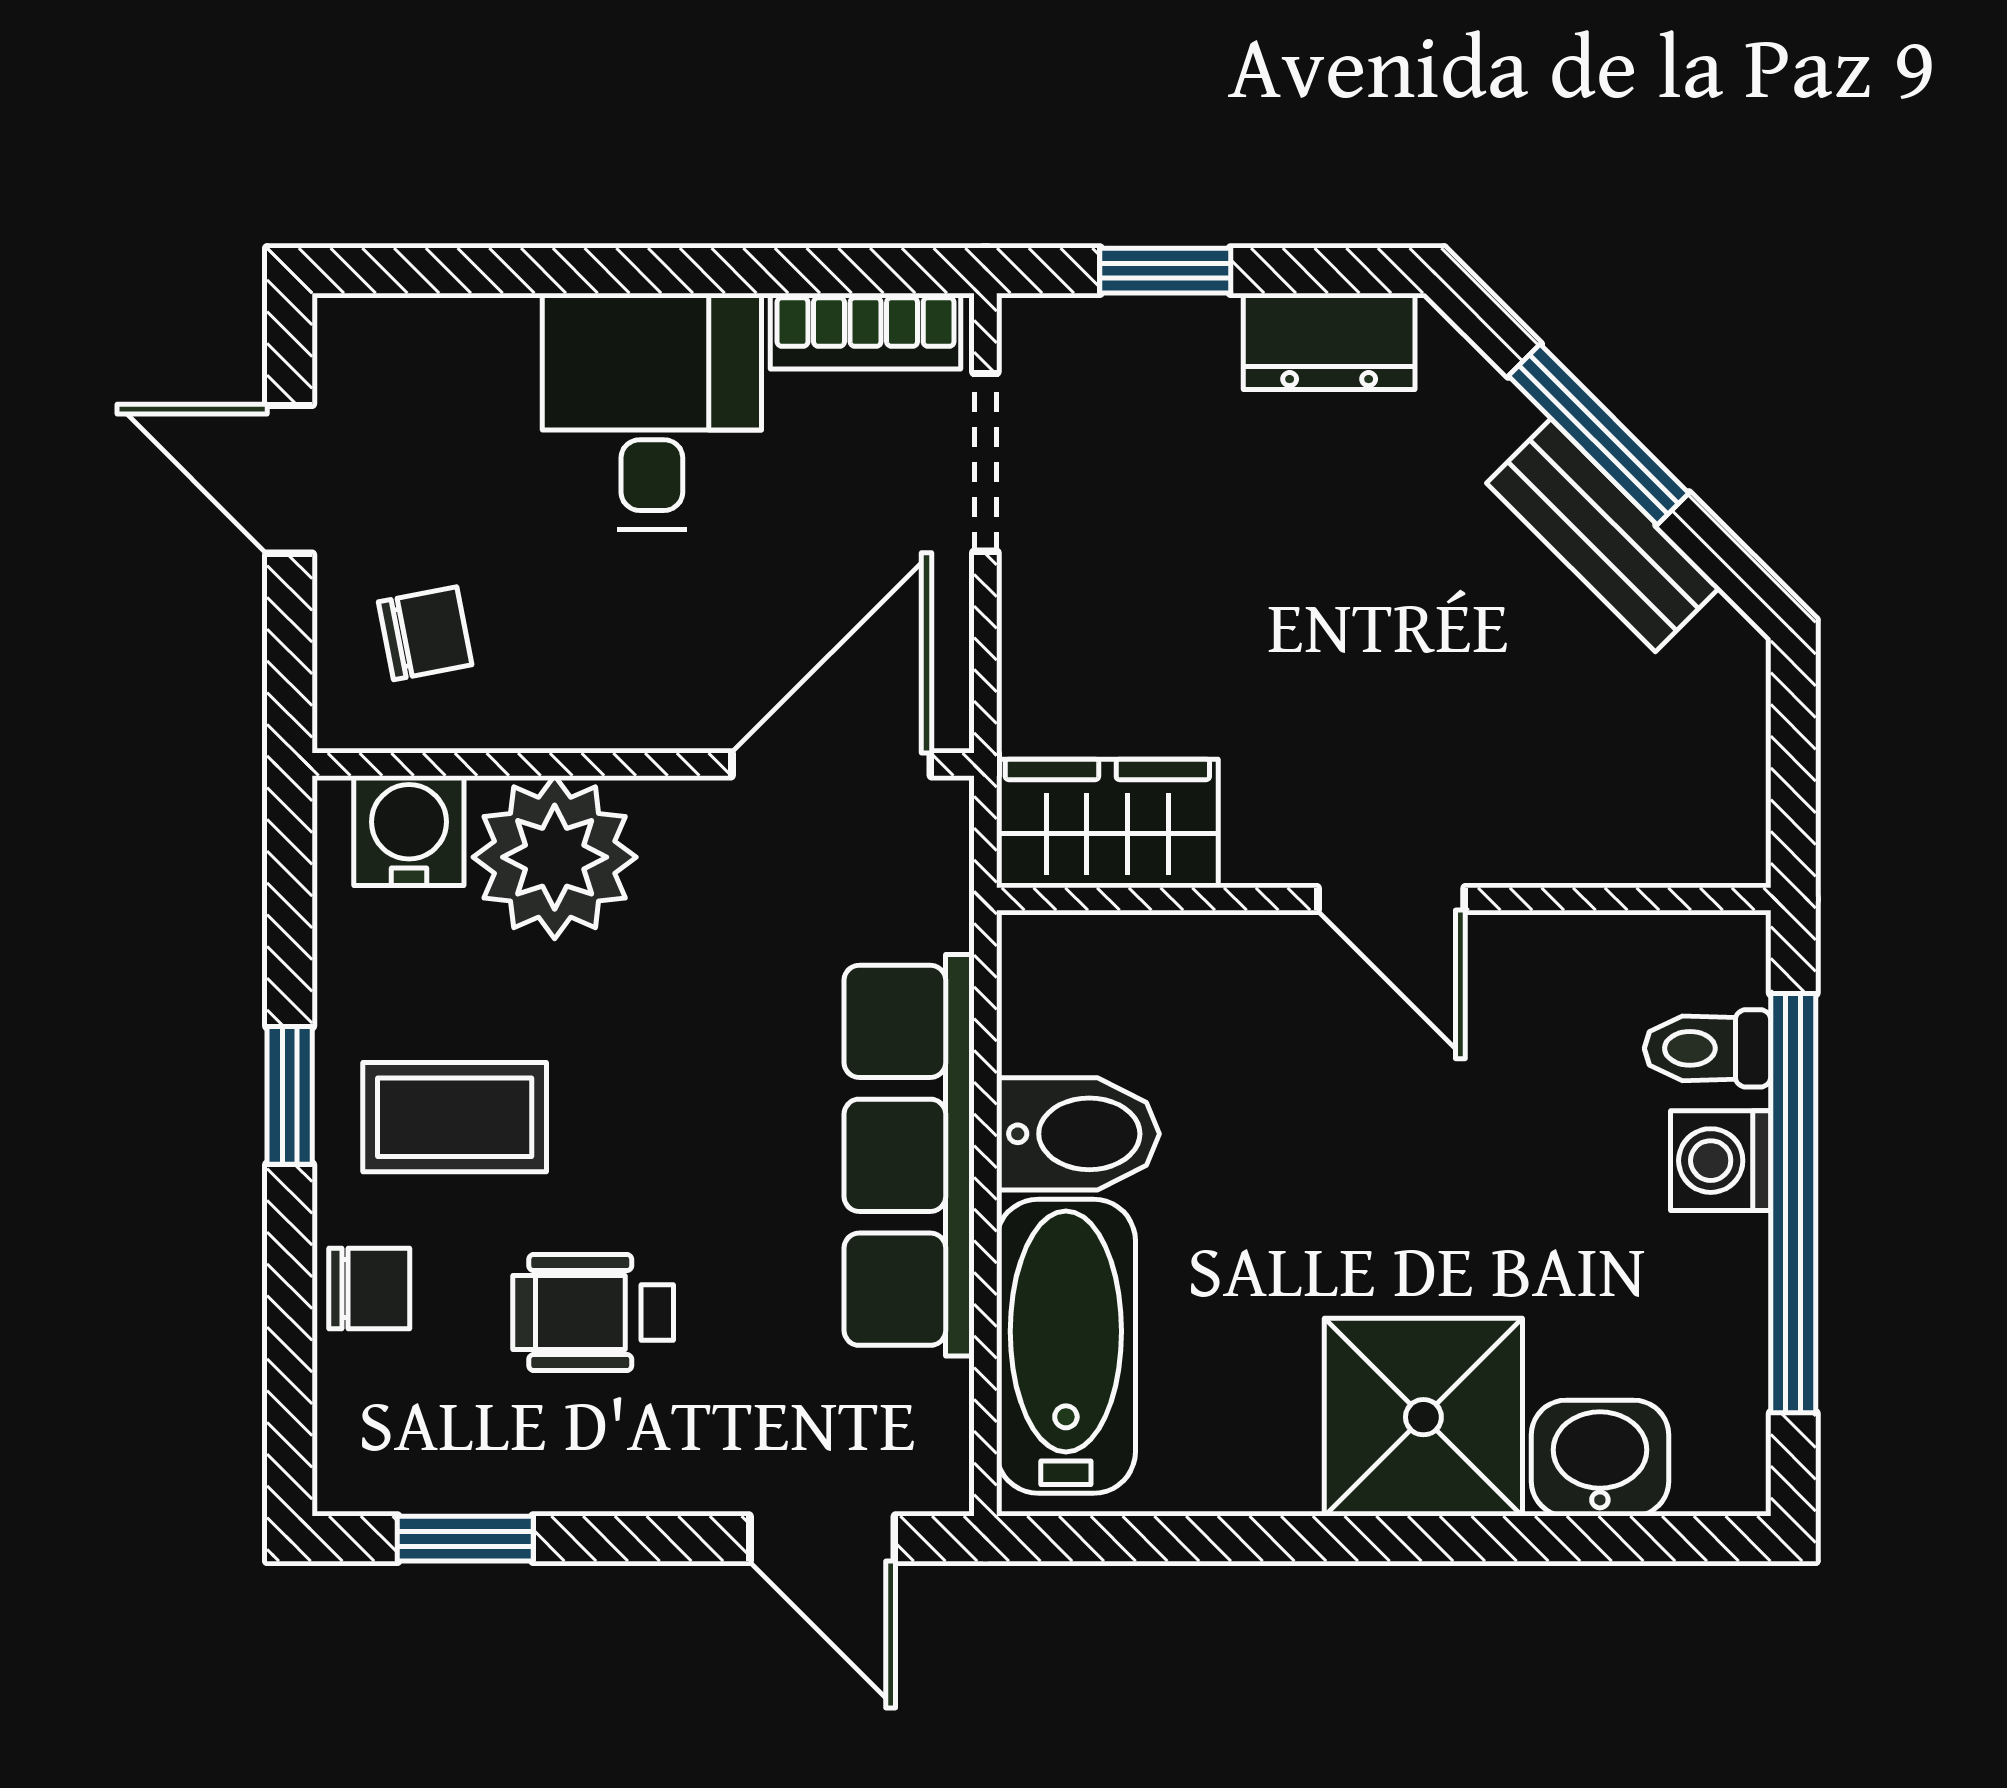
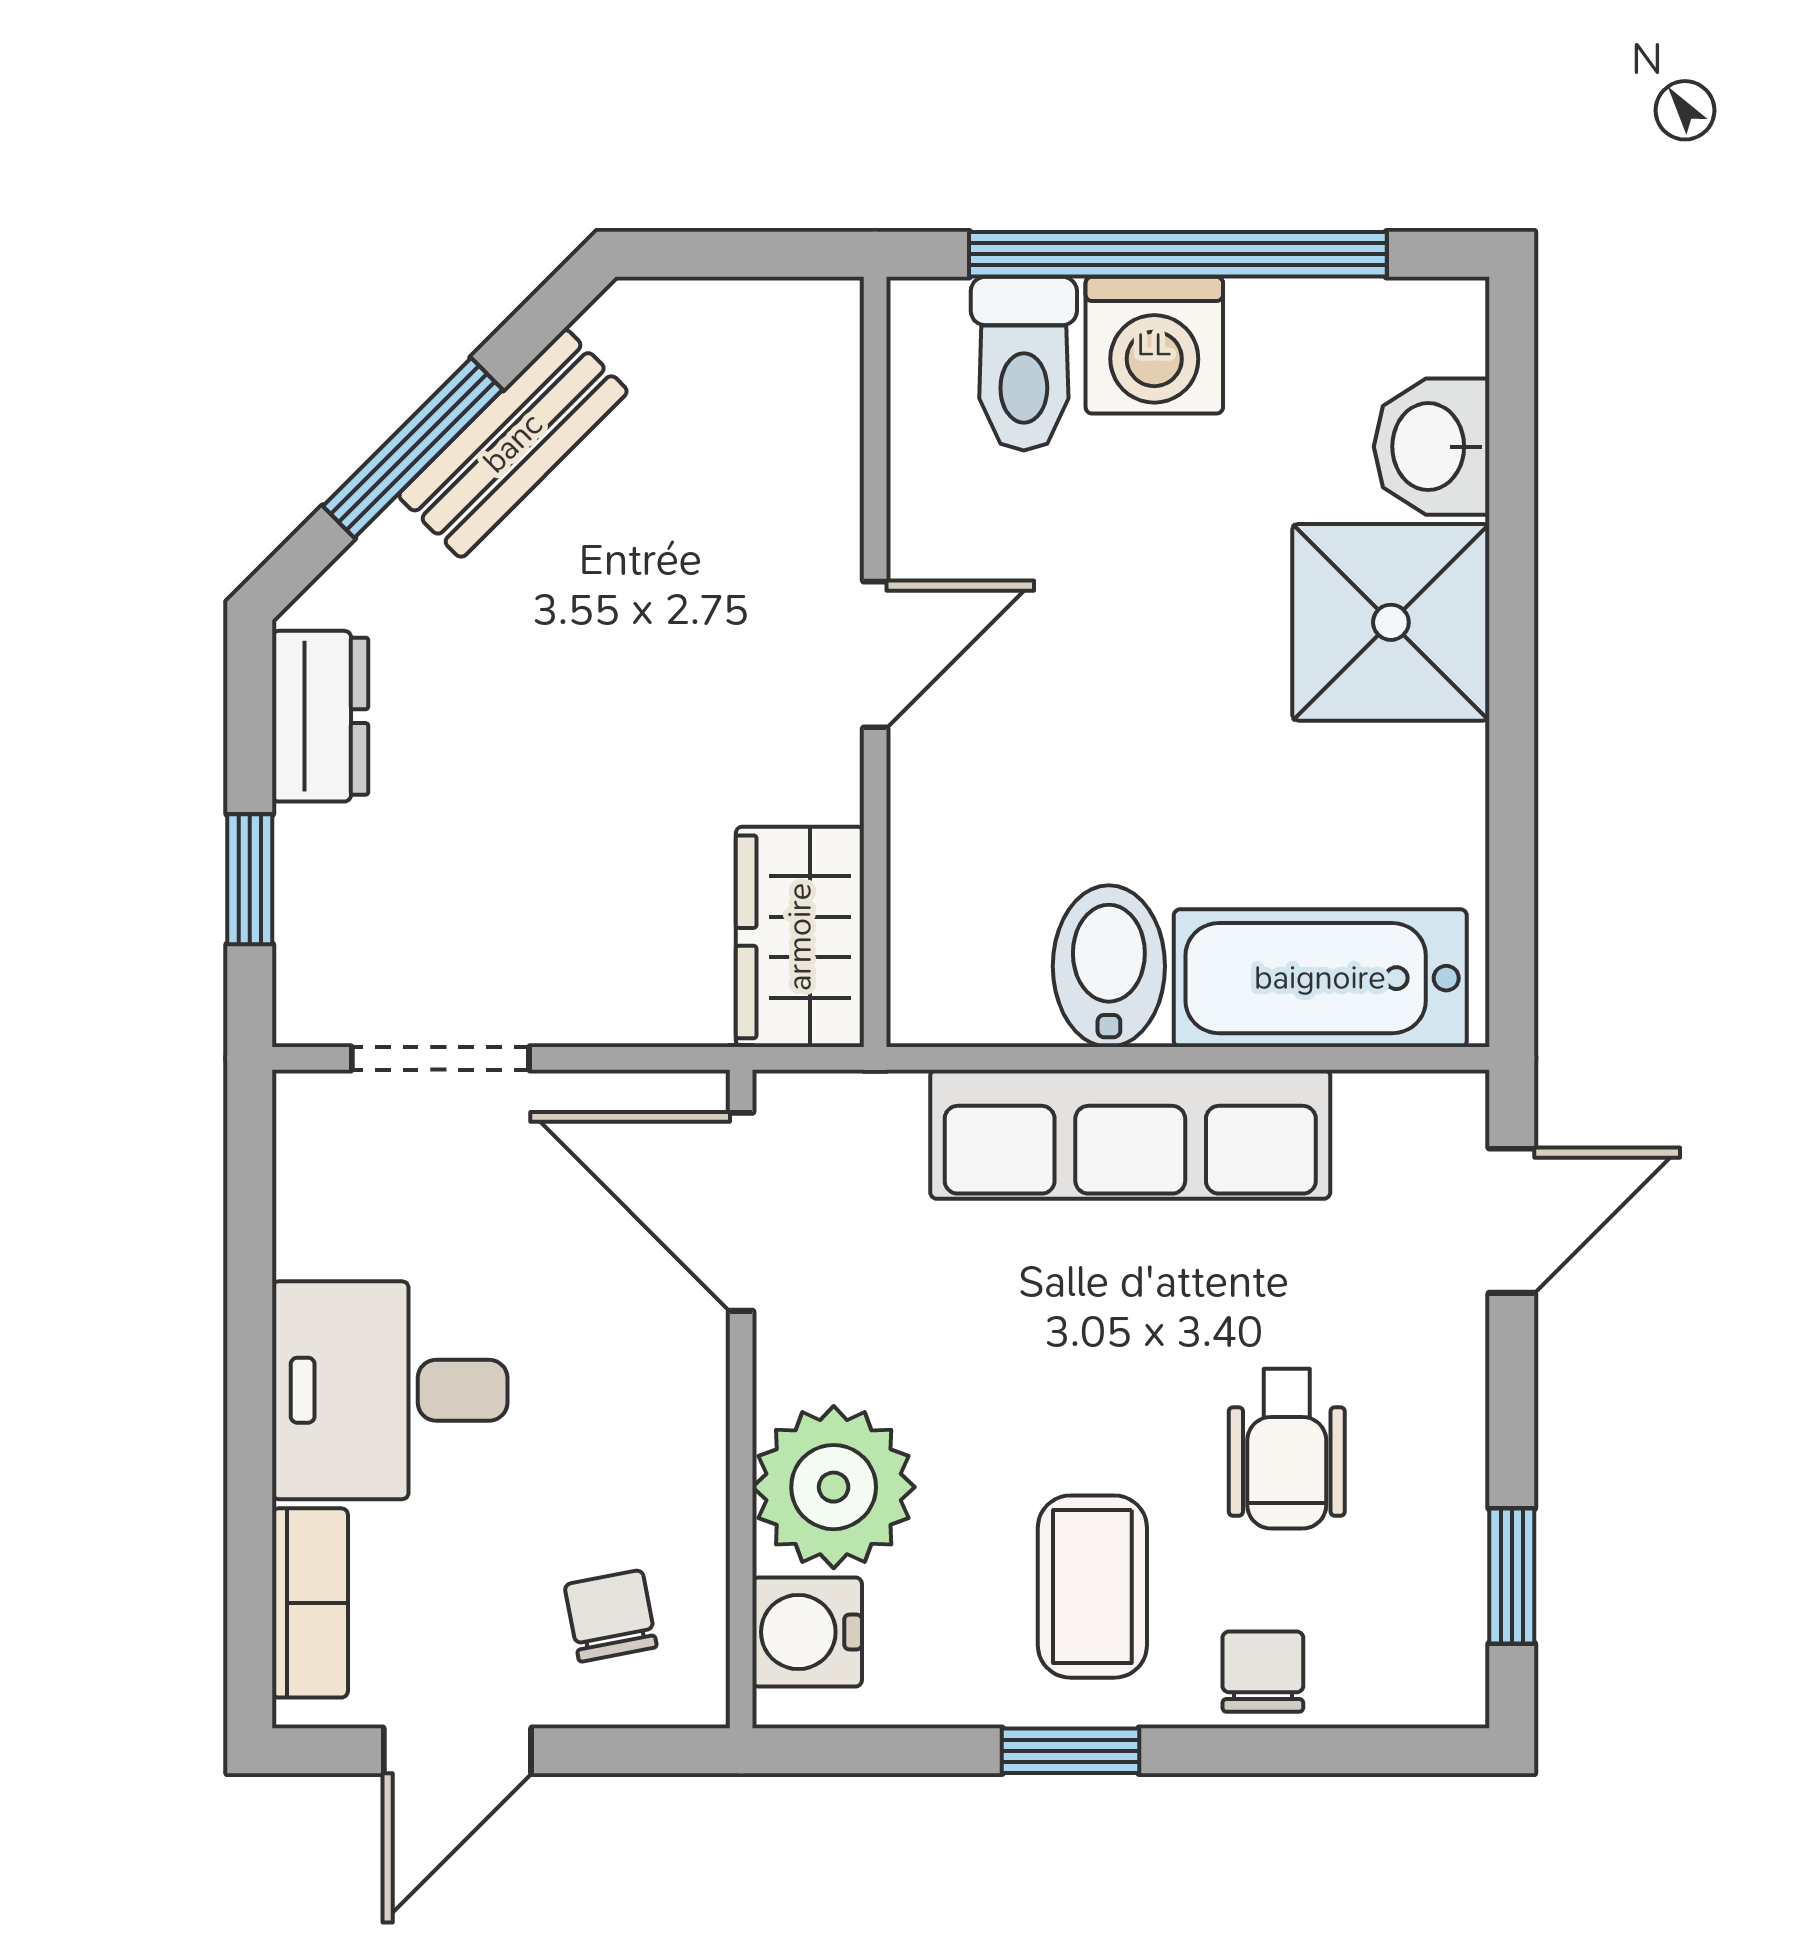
bookcase: (866, 331) -> (310, 1603), moved
toilet: (1708, 1048) -> (1024, 364), width x1.37, depth x1.39
washing machine: (1721, 1161) -> (1154, 345), width x1.38, depth x1.38

